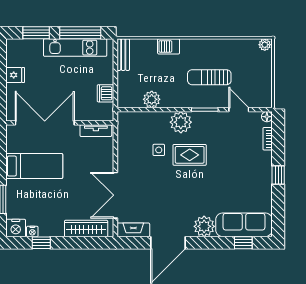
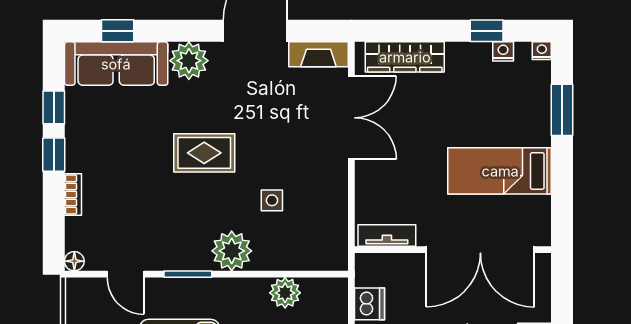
bookcase: (268, 139) -> (73, 195), moved
rug: (190, 155) -> (204, 153), moved
window: (278, 201) -> (54, 107), added
nightstand: (16, 228) -> (542, 51), width x0.53, depth x0.56

